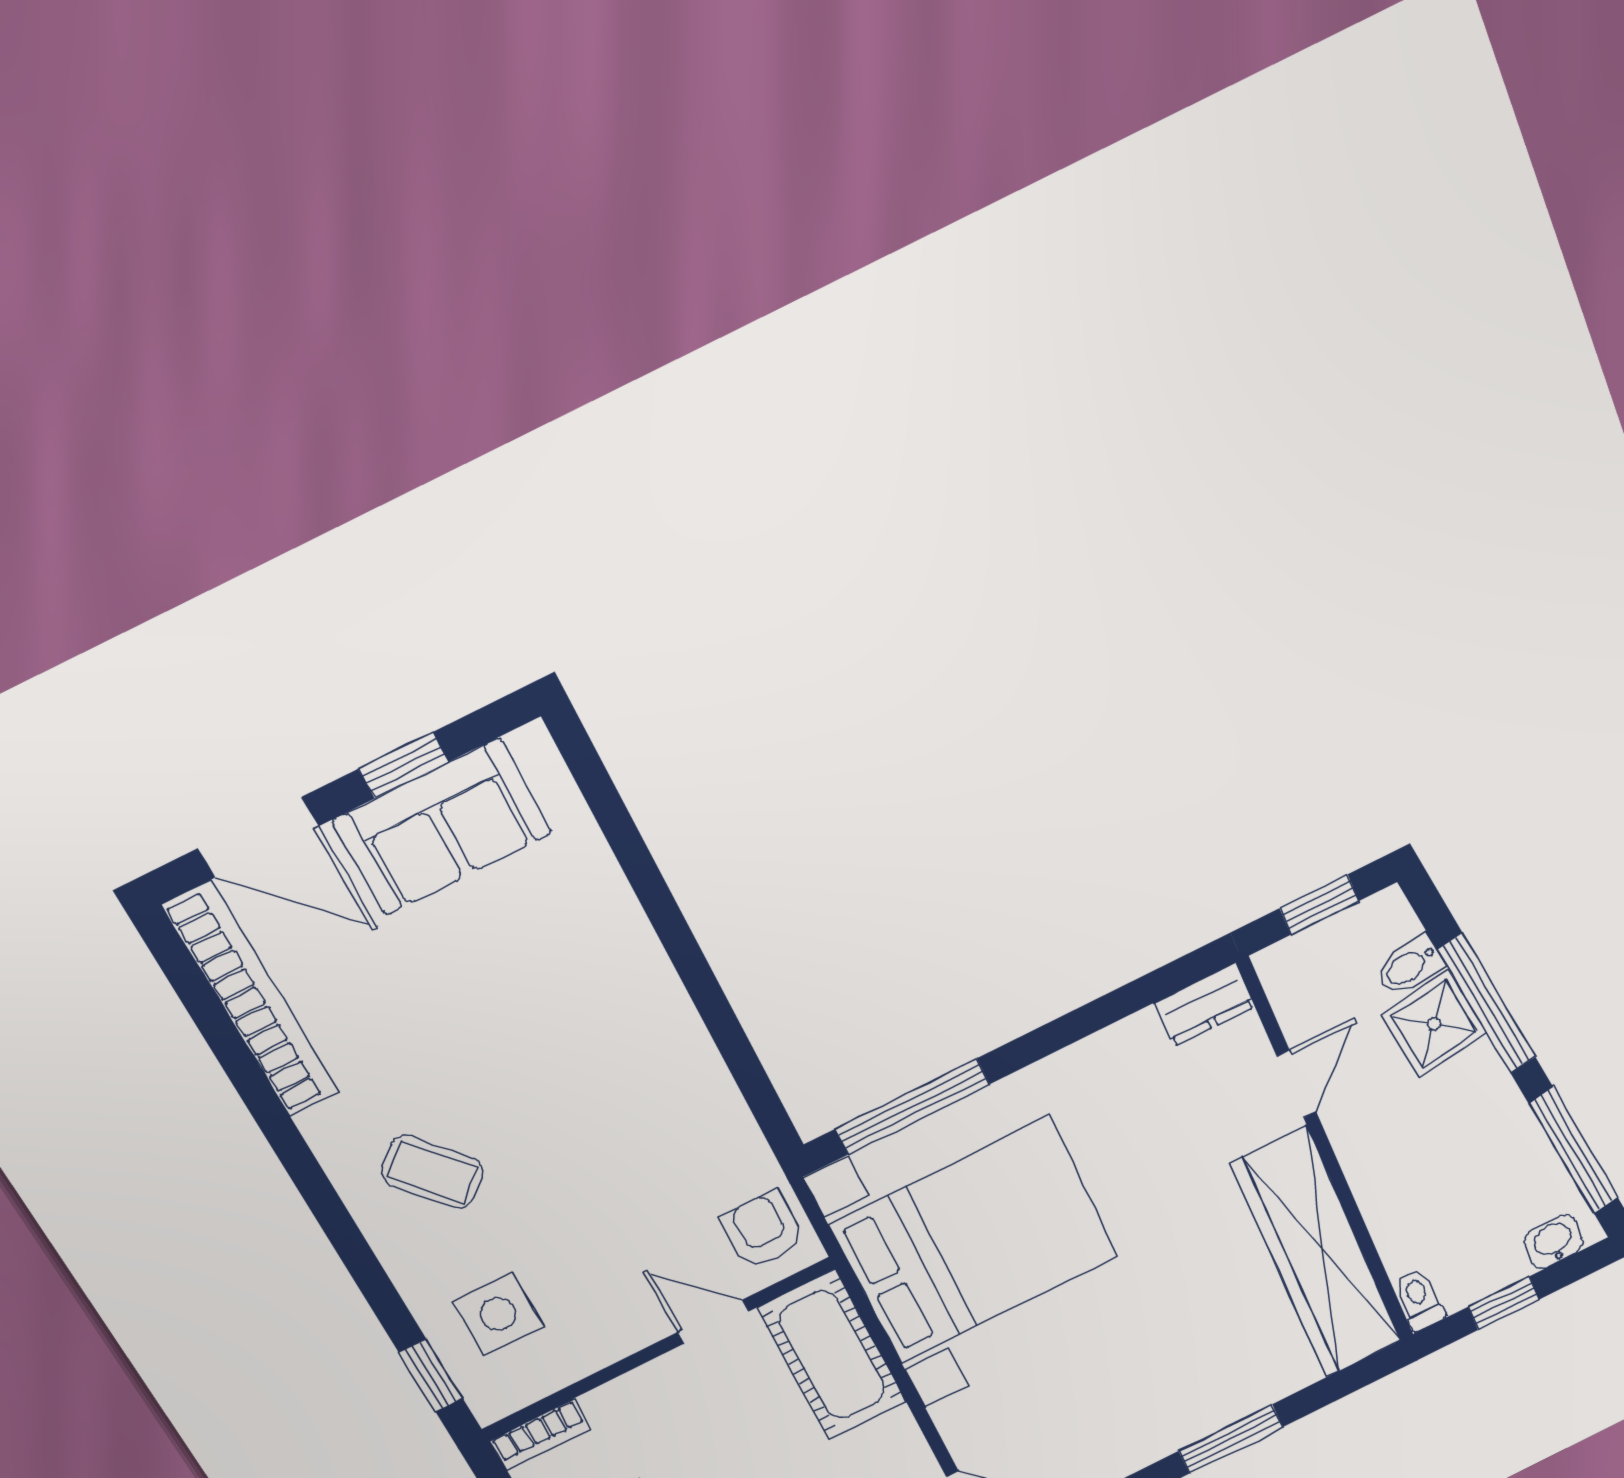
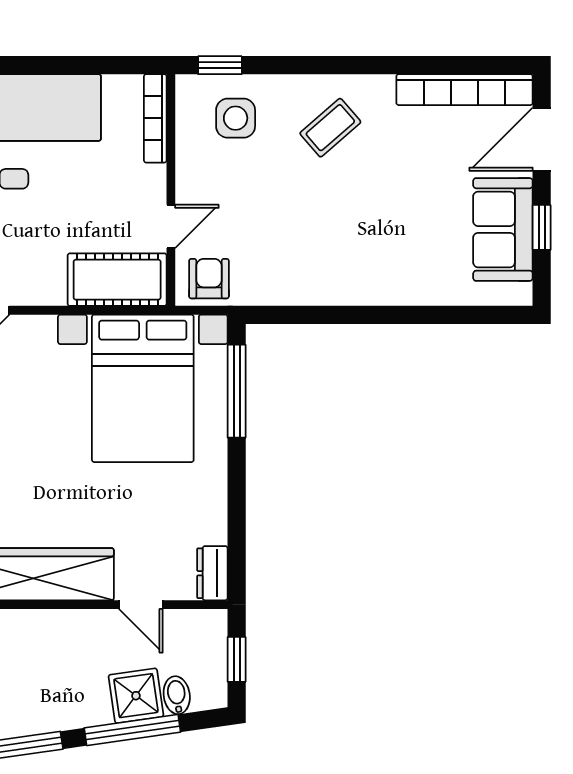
armchair: (763, 1230) -> (209, 279), turned -90
bookcase: (540, 1435) -> (155, 118), width x1.56

